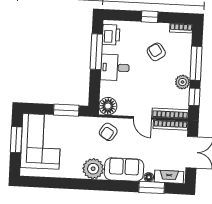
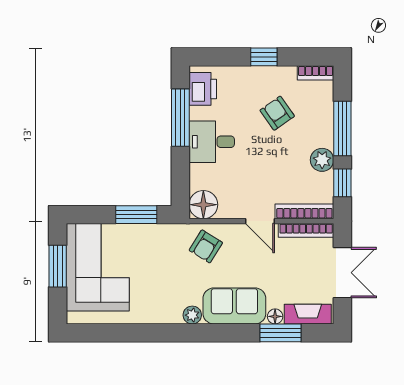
plant: (93, 169) -> (192, 315), width x0.53, depth x0.53

